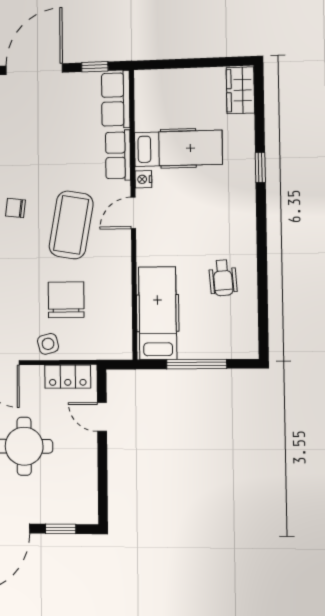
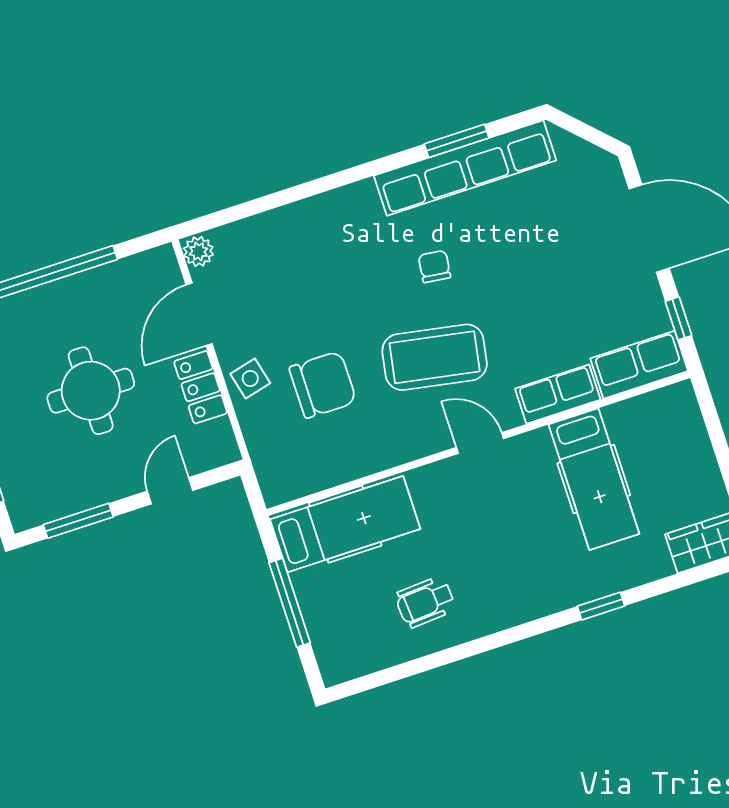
nightstand: (143, 179) -> (533, 442), removed
locker: (68, 377) -> (201, 387), moved
window: (103, 481) -> (78, 521), added

